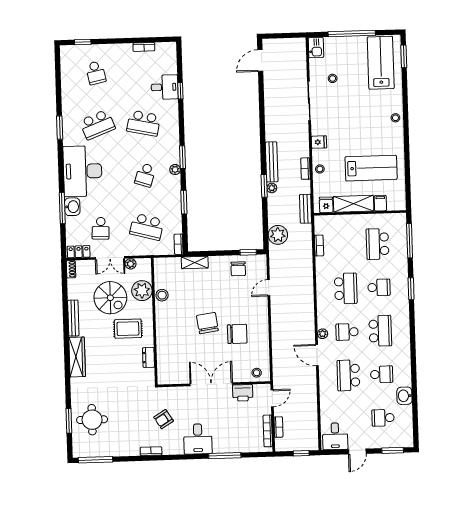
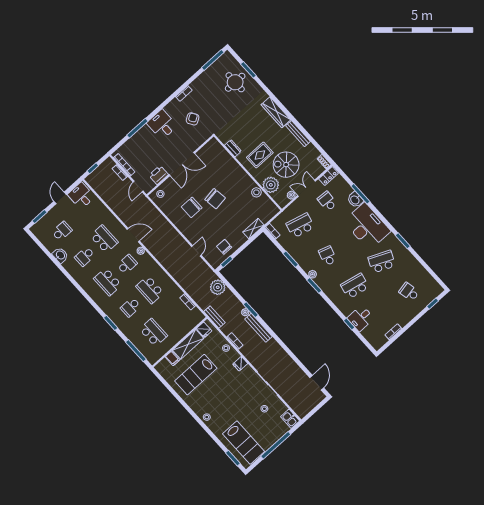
school desk: (97, 125) -> (382, 262), turned 45

